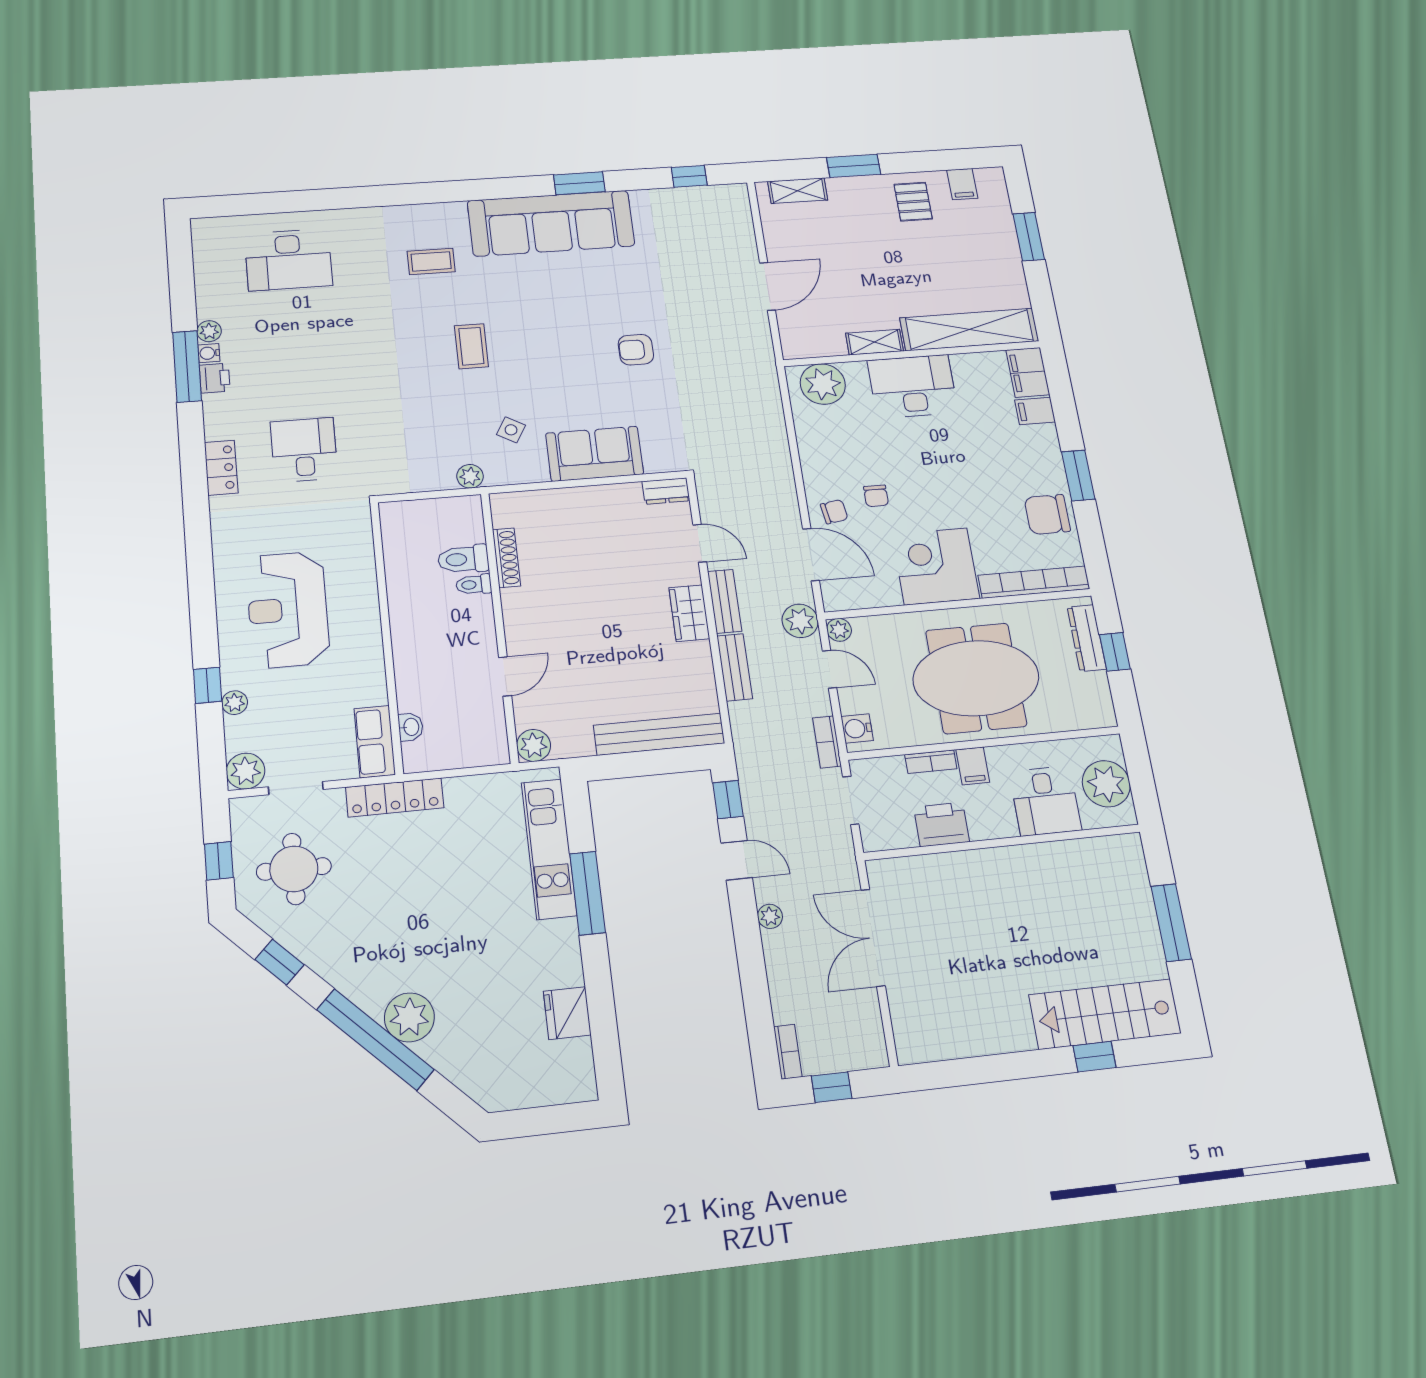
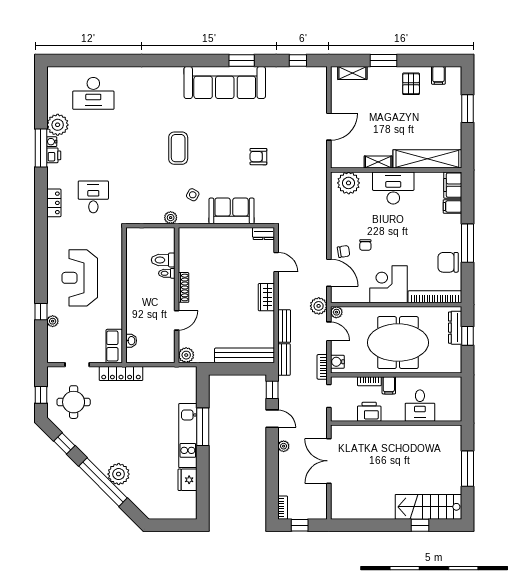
coffee table: (431, 261) -> (163, 100), removed
plant: (209, 331) -> (58, 125), width x1.87, depth x1.87
coffee table: (471, 346) -> (178, 148), width x1.36, depth x1.30
window: (1078, 476) -> (468, 243), width x1.44
shoe rack: (506, 558) -> (184, 287), moved
bench: (725, 601) -> (284, 360), moved
plant: (245, 771) -> (55, 354), removed
plant: (1106, 784) -> (450, 400), removed
kitchen unit: (549, 849) -> (188, 436), moved

